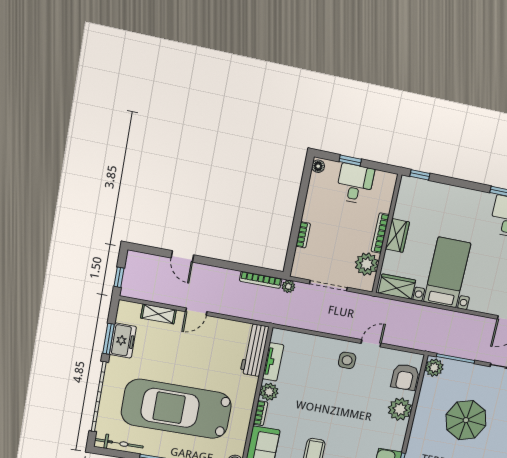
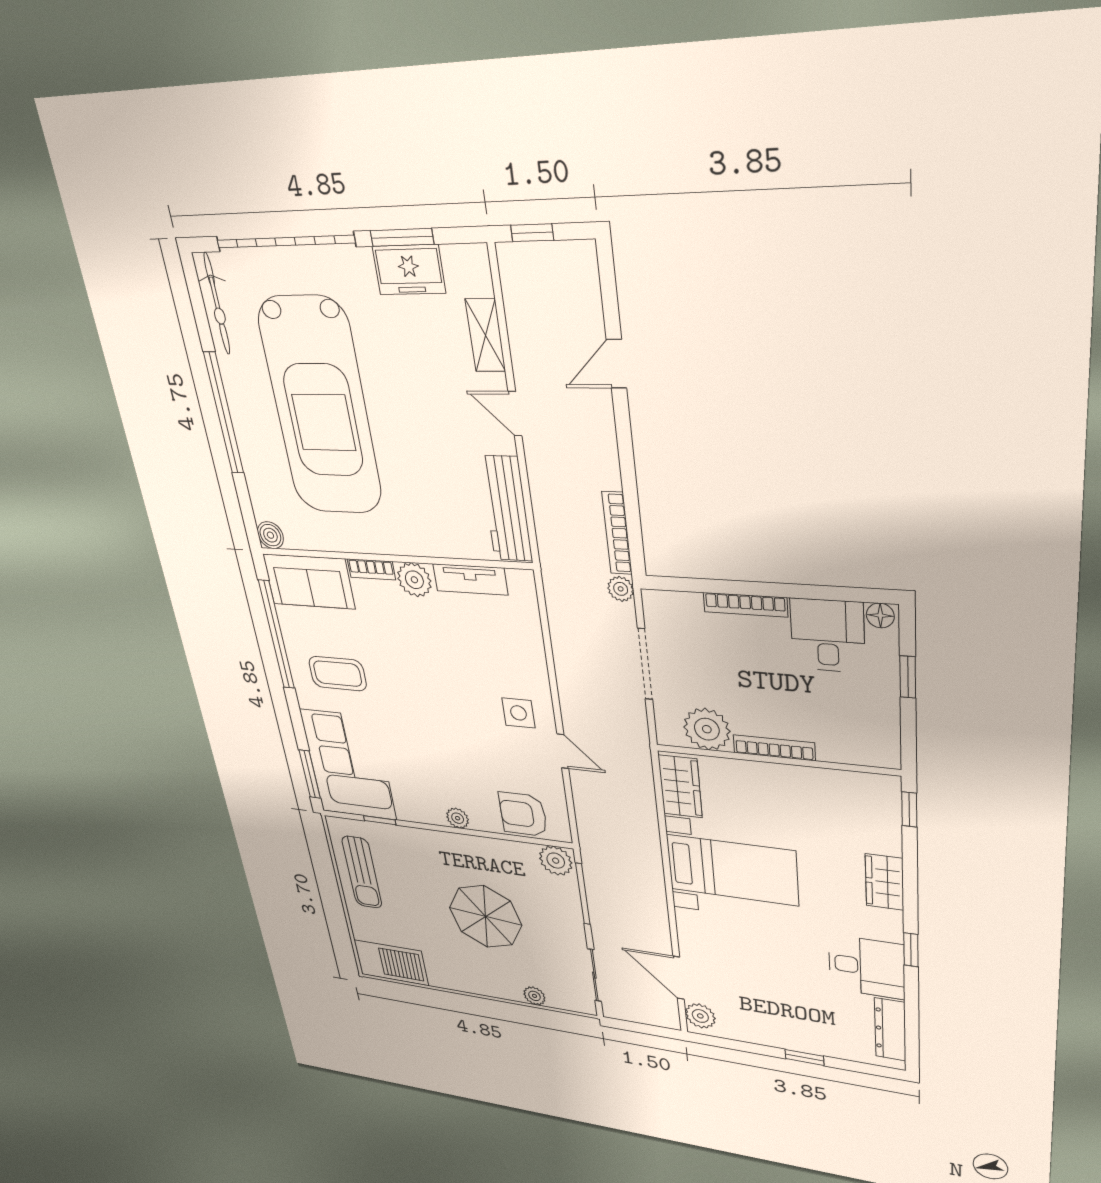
desk: (355, 184) -> (828, 635), moved, turned -90
bookcase: (303, 235) -> (745, 605), width x1.56
wardrobe: (397, 236) -> (885, 882), moved, turned 90
workbench: (255, 350) -> (506, 509), moved, turned -90
car: (176, 409) -> (321, 407), turned 180
plant: (400, 409) -> (458, 818), width x0.53, depth x0.53

